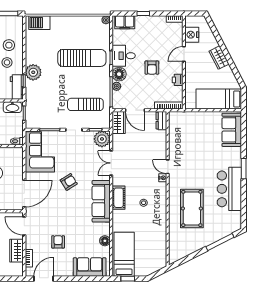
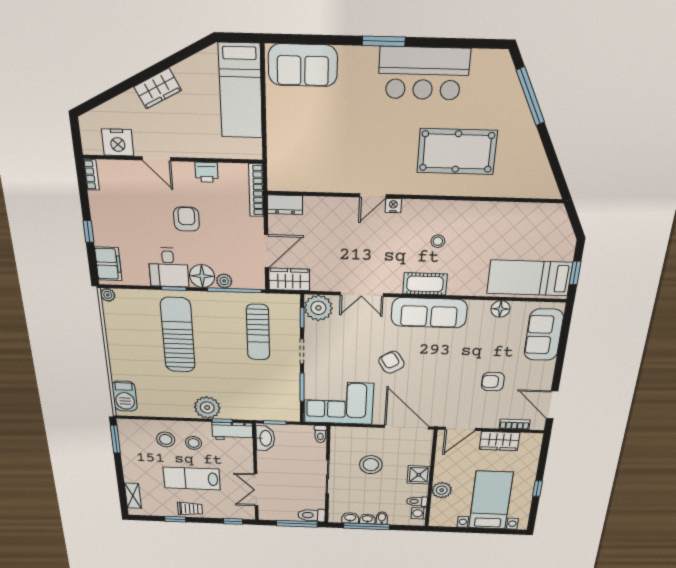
armchair: (152, 68) -> (186, 219), turned -90

